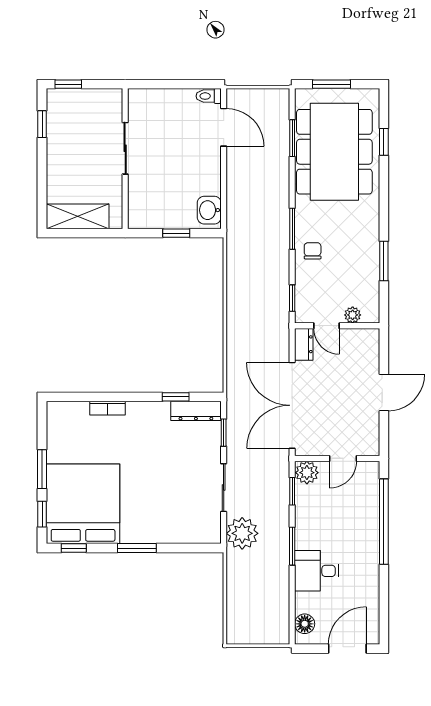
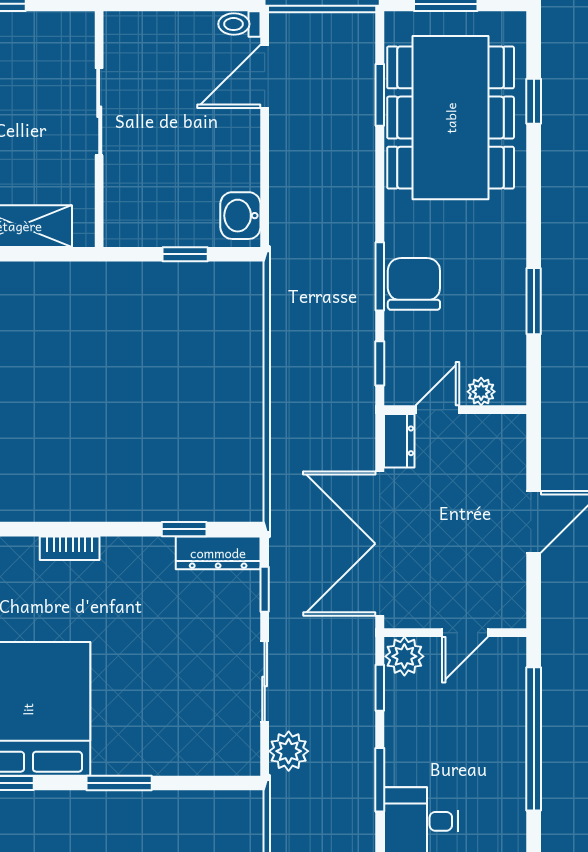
door: (224, 127) -> (265, 76), swing flipped
window: (292, 229) -> (380, 276), moved
chair: (313, 251) -> (414, 284), width x1.87, depth x1.87
door: (327, 326) -> (437, 410), swing flipped
plant: (242, 533) -> (289, 751), width x0.73, depth x0.73

